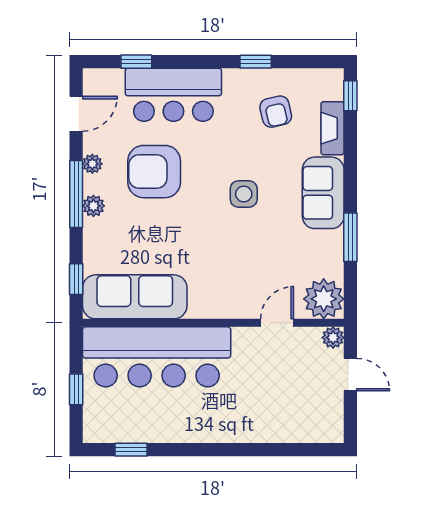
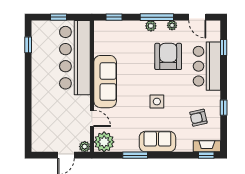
fireplace: (332, 128) -> (207, 146), moved
sofa: (135, 297) -> (105, 82), moved

